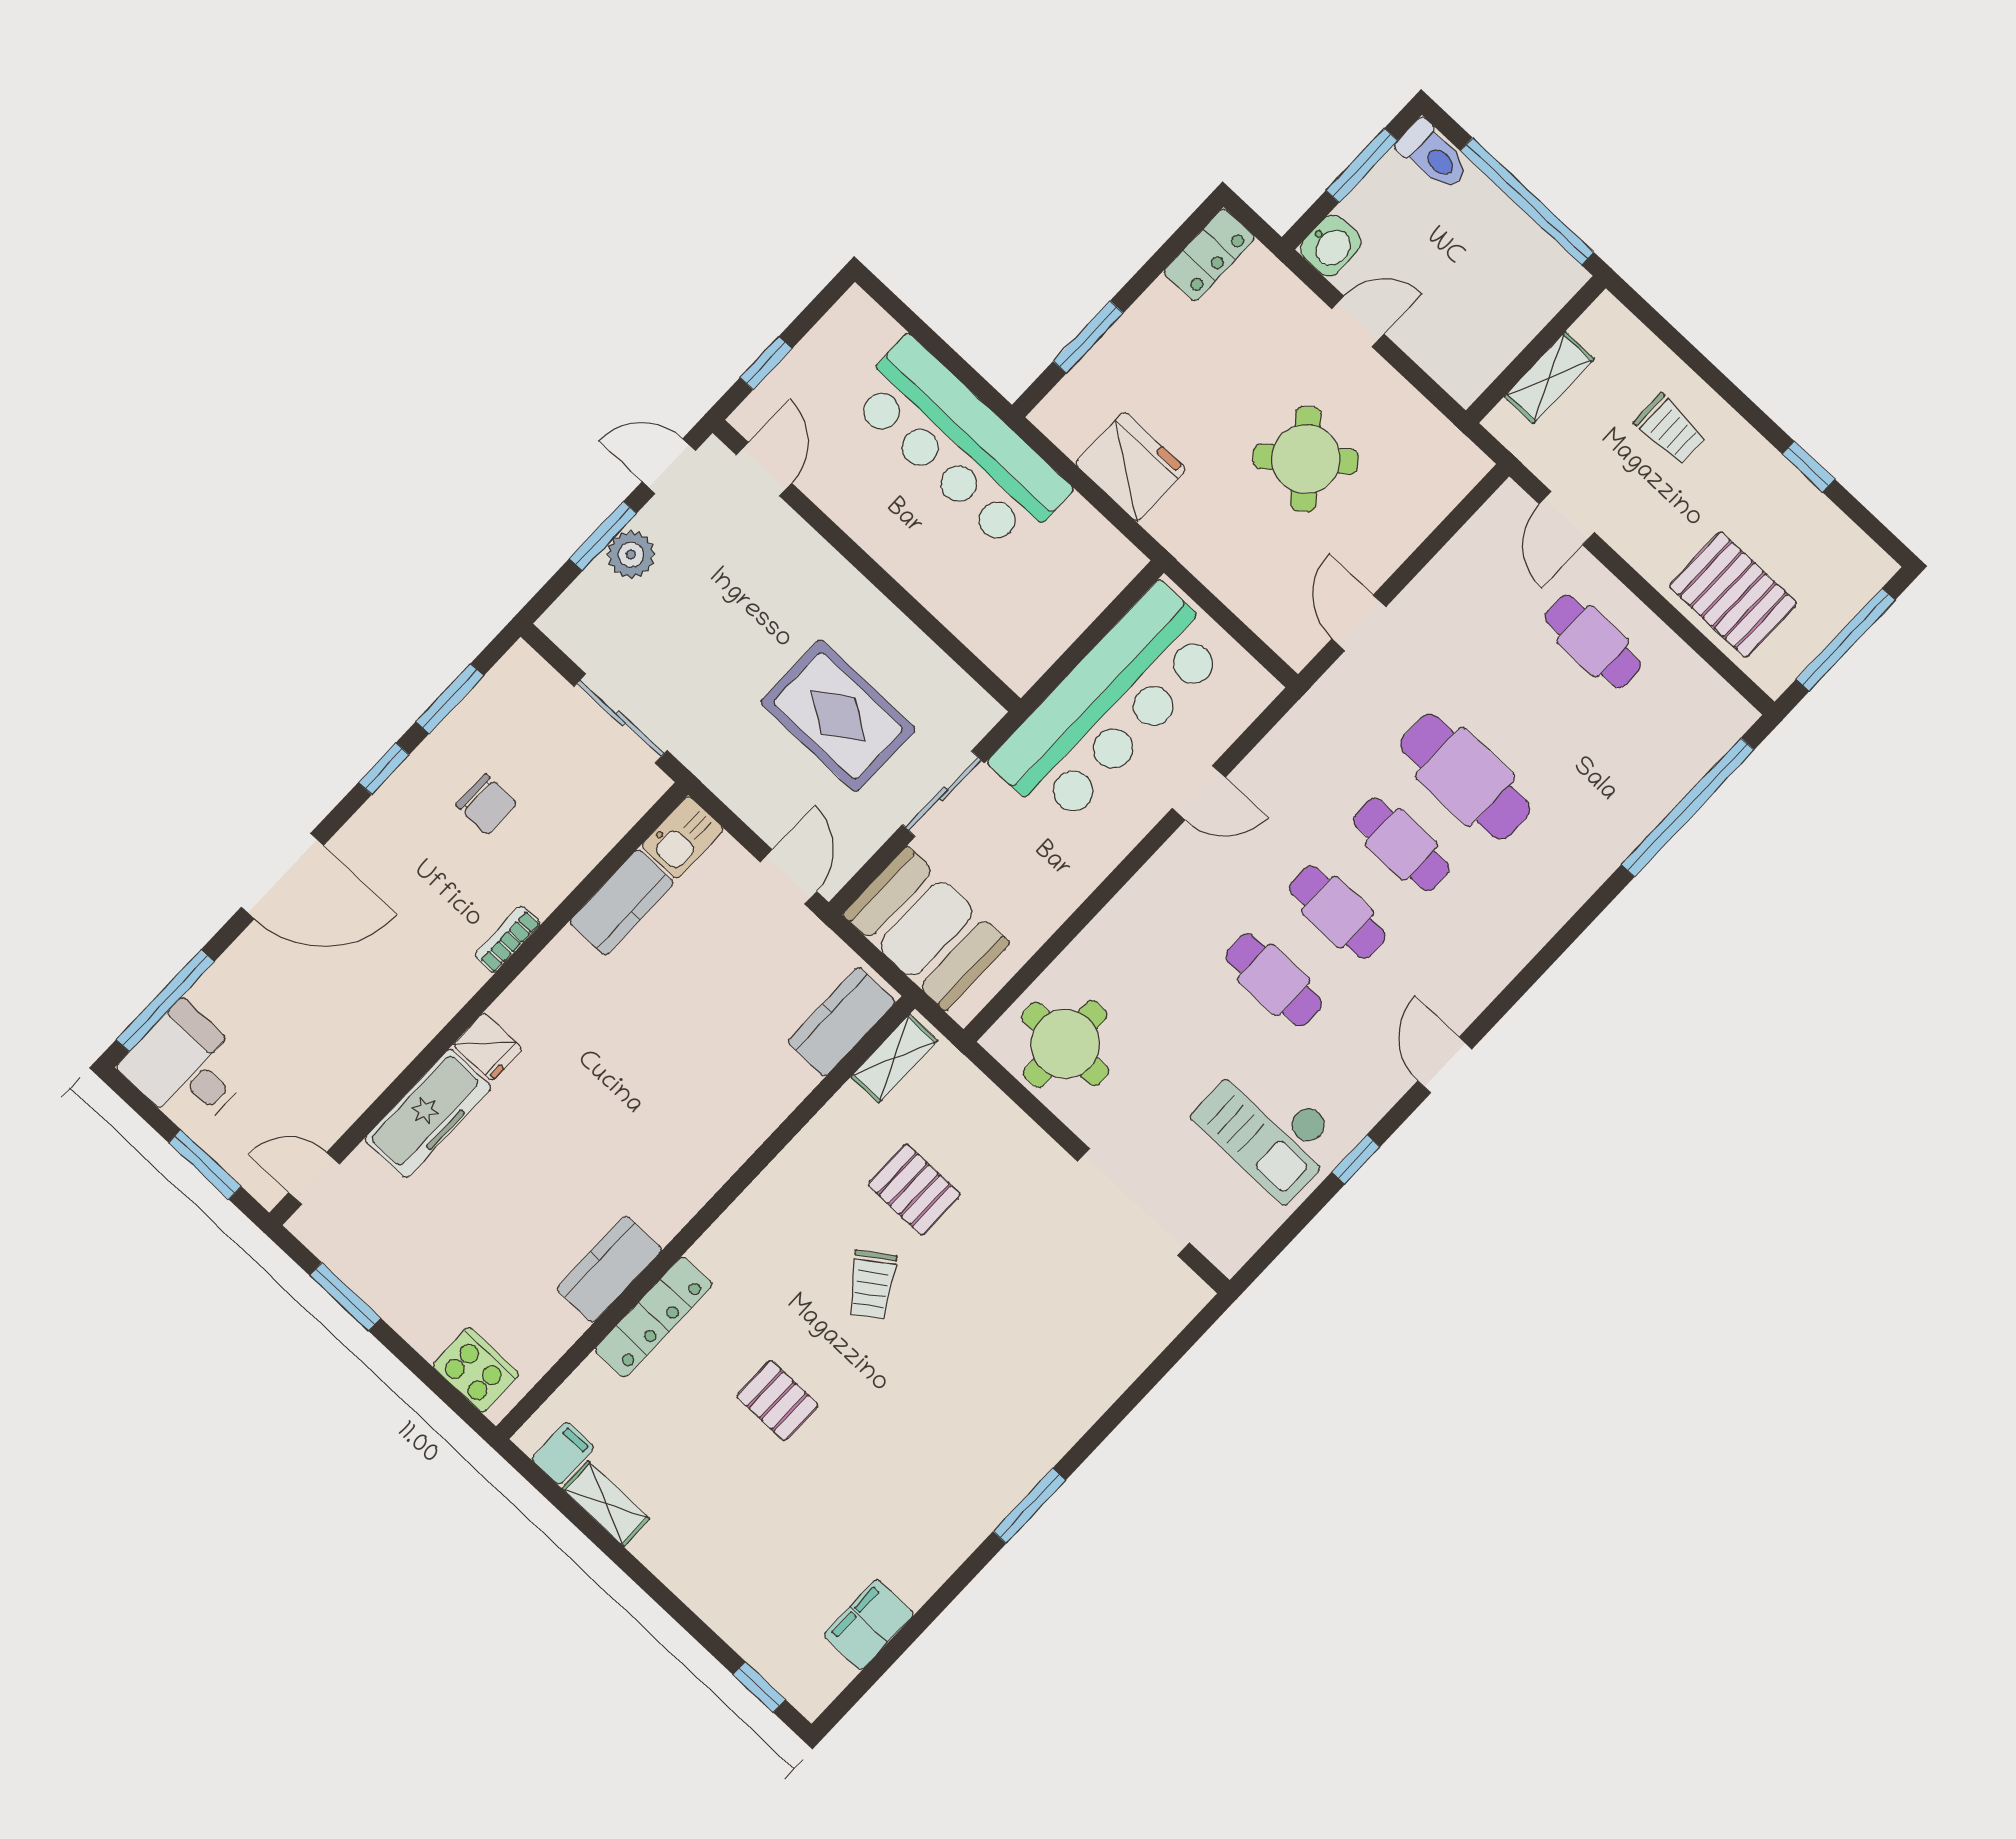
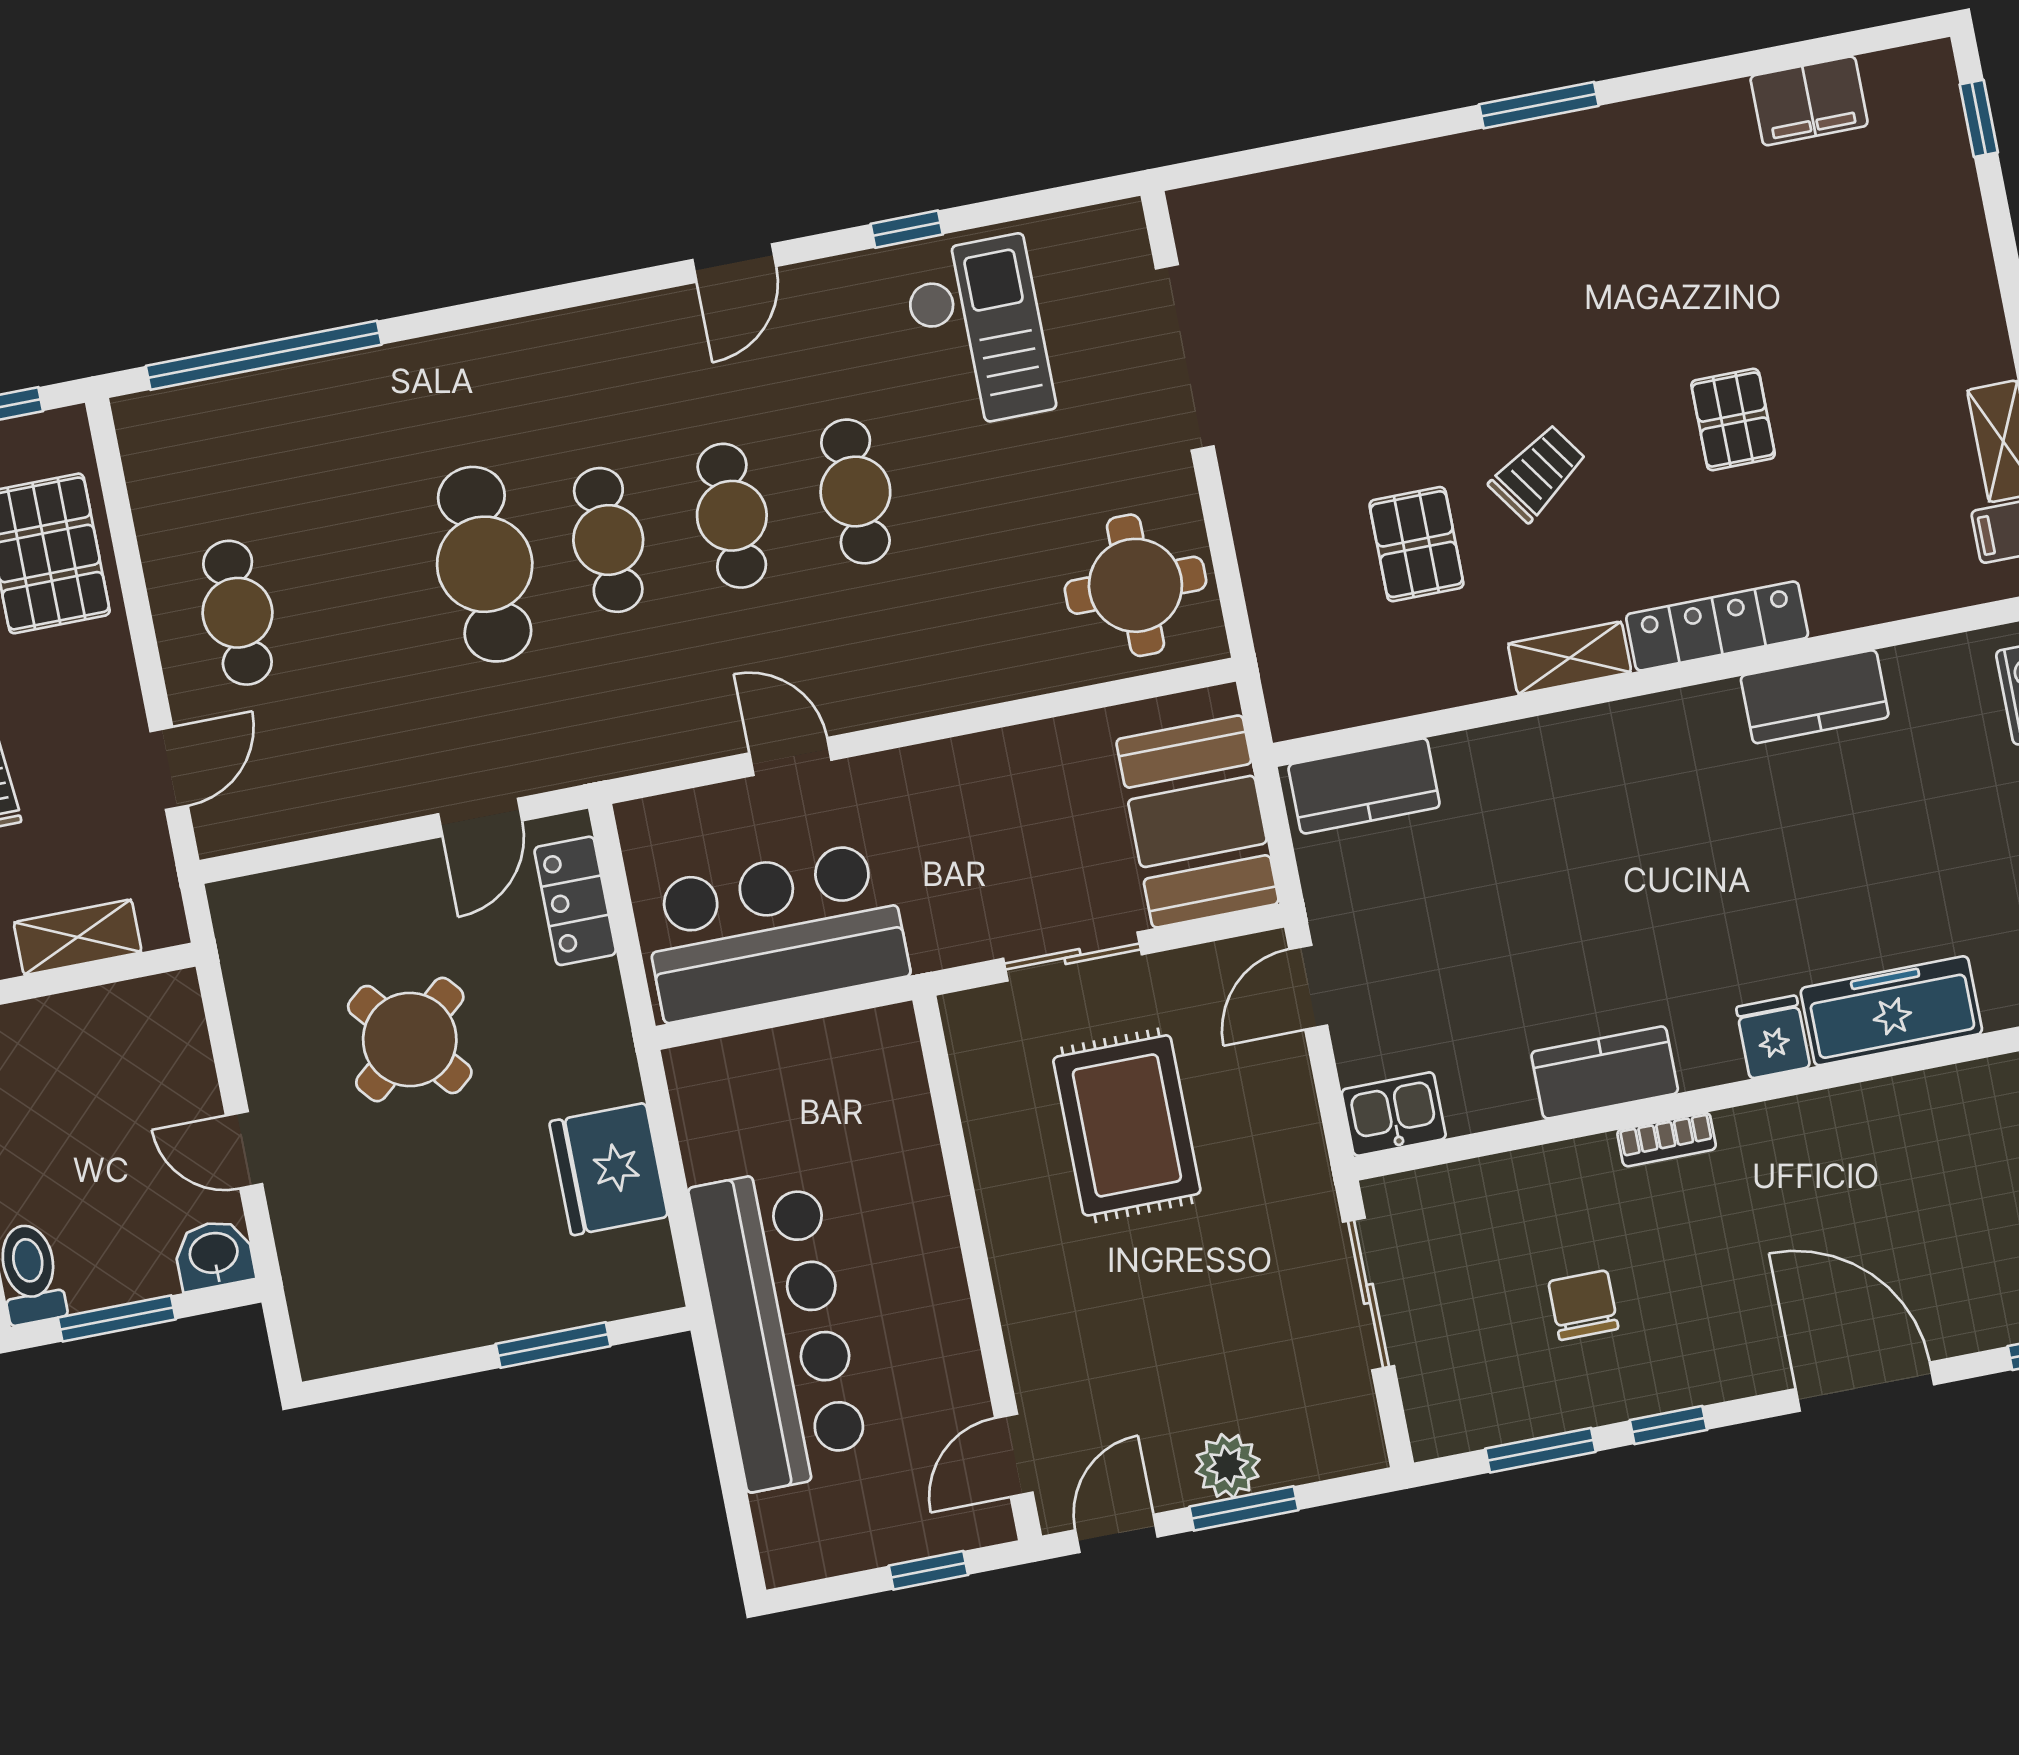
locker: (1209, 255) -> (575, 901), moved, turned -90
door: (669, 466) -> (1116, 1533), swing flipped
bar counter: (1110, 705) -> (775, 931), width x0.73
kitchen counter: (622, 902) -> (1605, 1072), moved
shelving: (894, 1058) -> (1570, 658), moved
locker: (654, 1317) -> (1717, 626), moved

